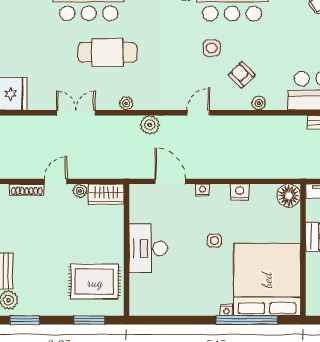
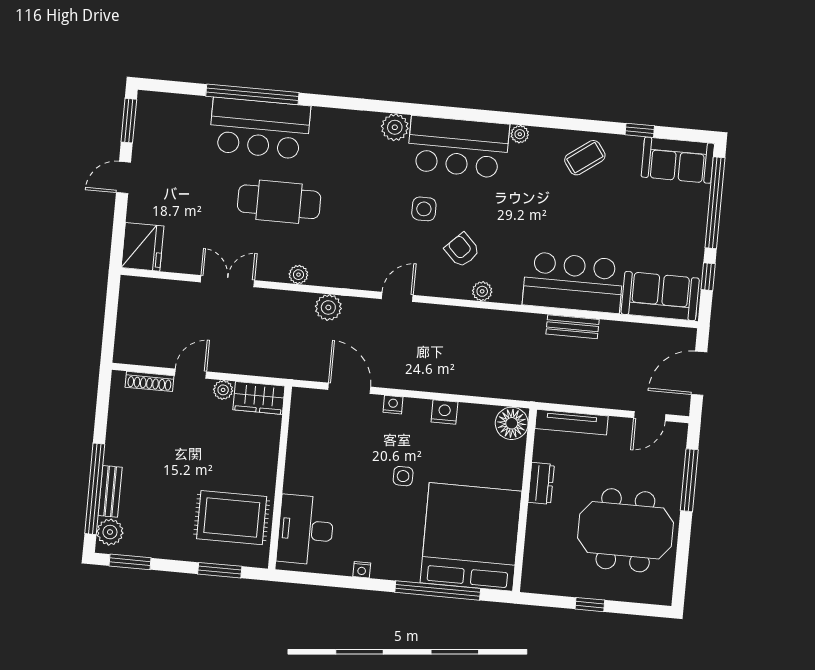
desk: (148, 248) -> (306, 530), moved
nightstand: (227, 310) -> (362, 570), moved

